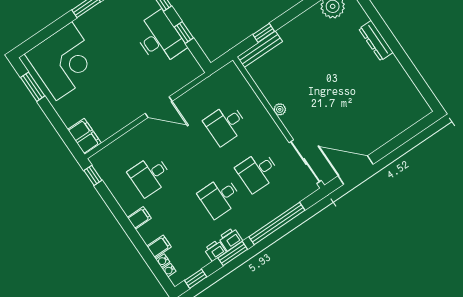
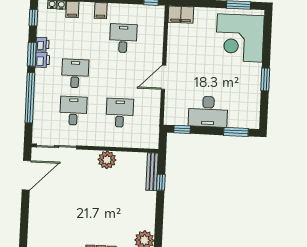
window: (184, 32) -> (182, 129), moved
plant: (280, 109) -> (107, 160), width x1.88, depth x1.88

